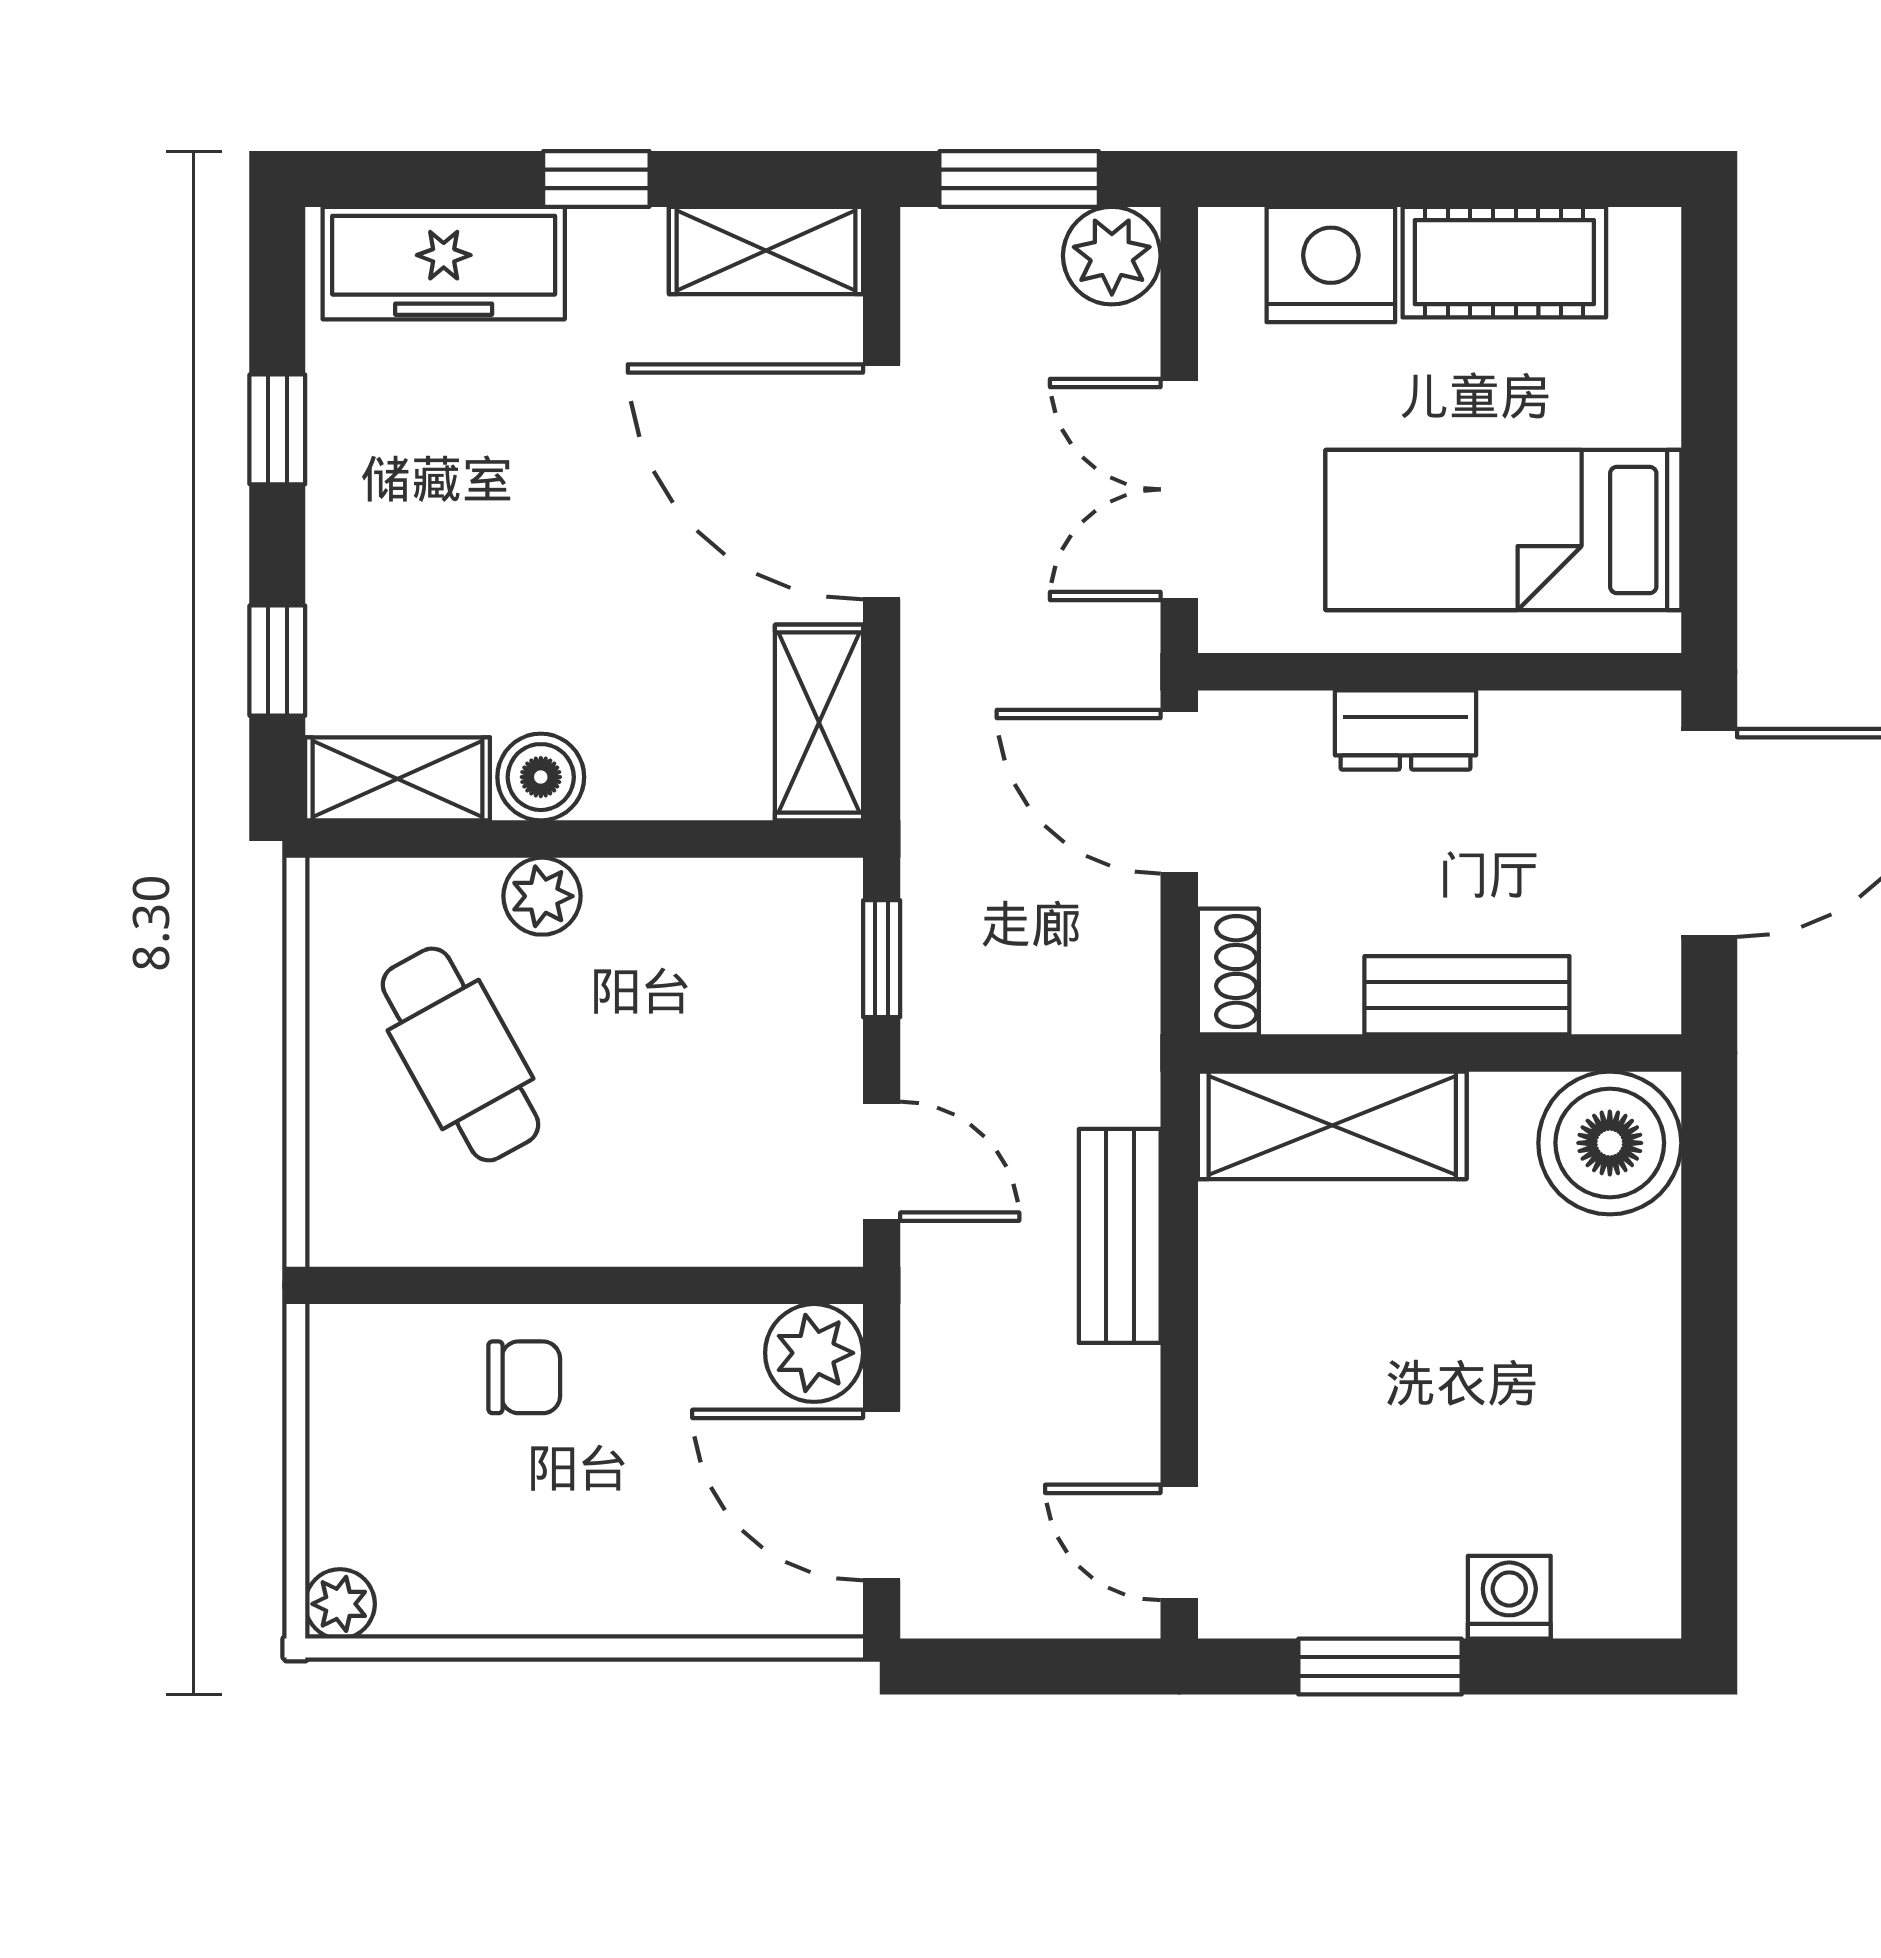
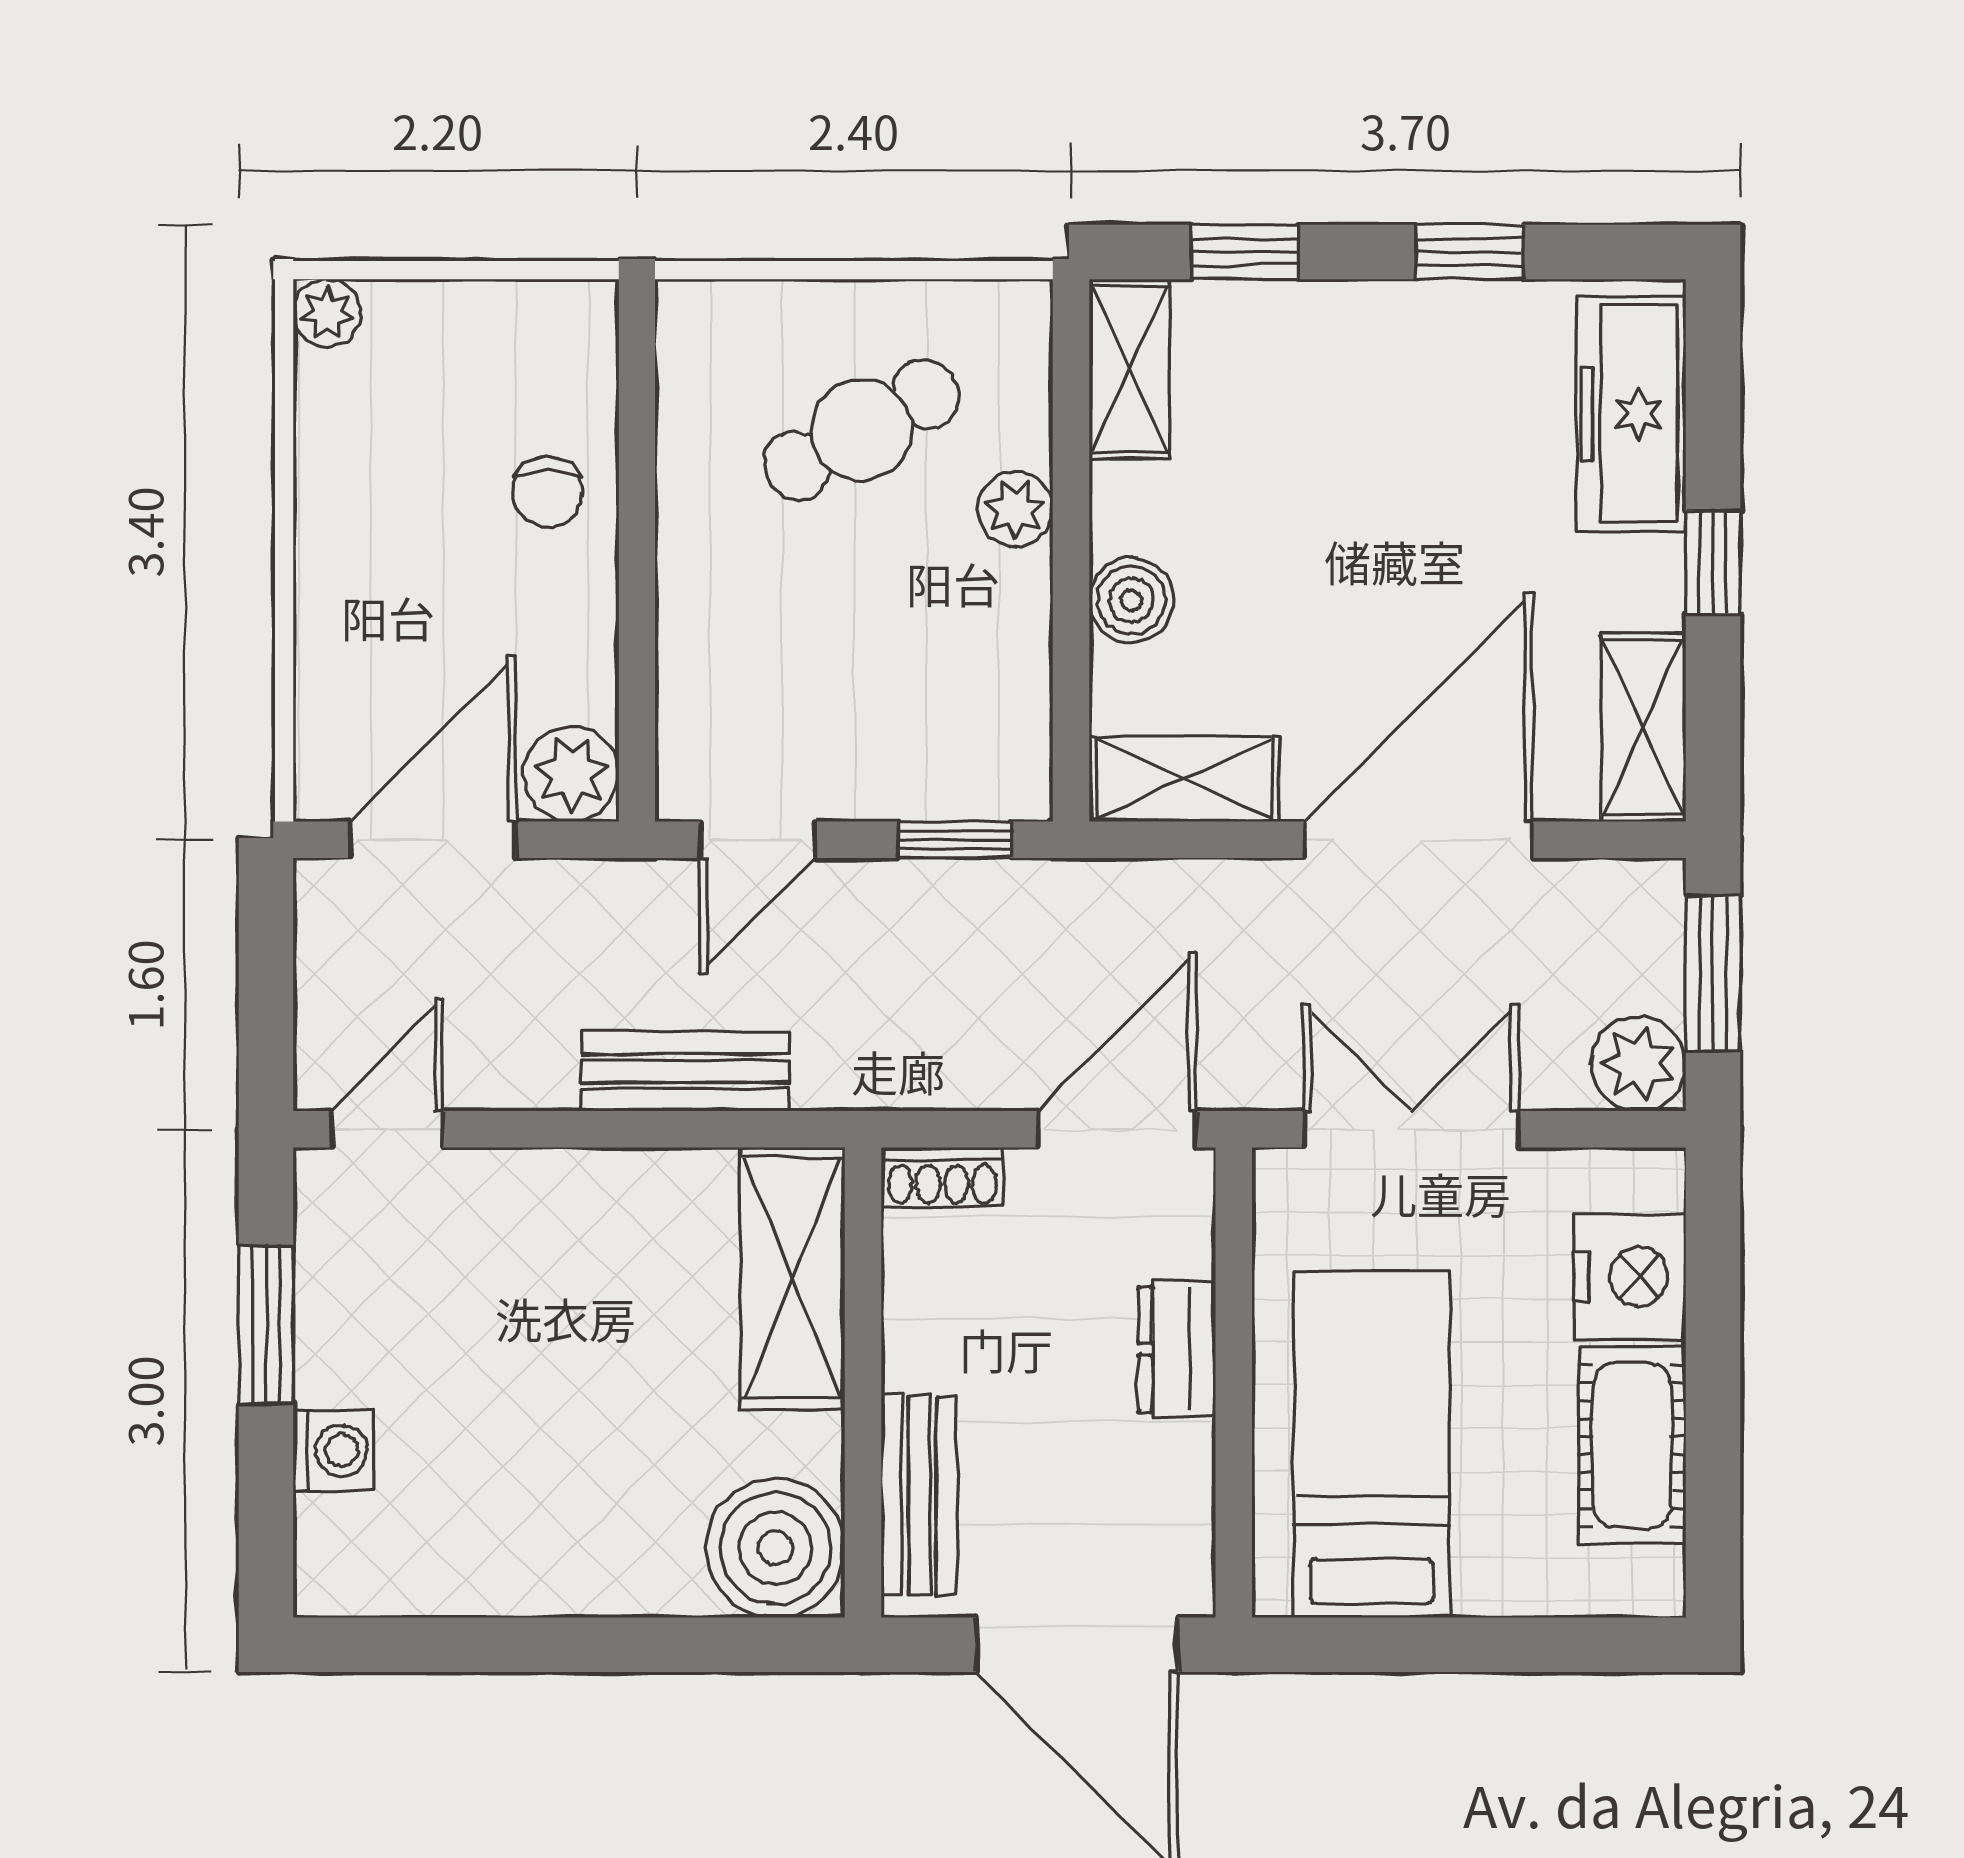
boiler: (541, 777) -> (1131, 600), moved
bench: (1467, 995) -> (919, 1495), moved

